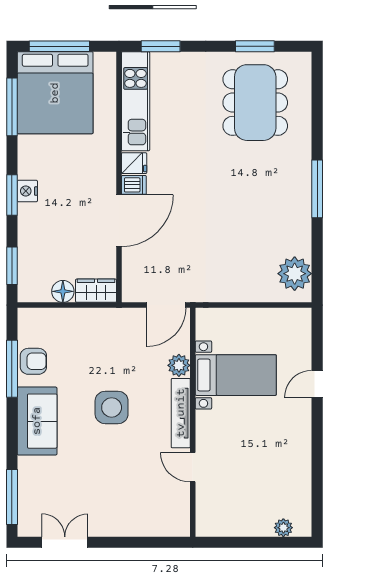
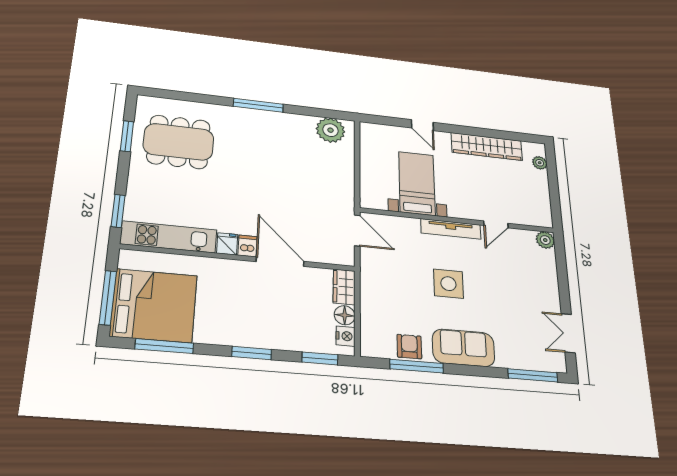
nightstand: (27, 191) -> (346, 336), moved, turned -90
plant: (179, 365) -> (545, 240), moved
wardrobe: (298, 463) -> (487, 147), added

